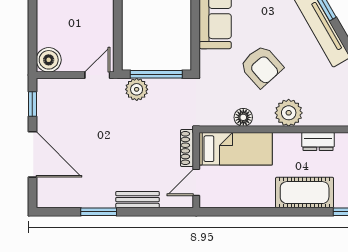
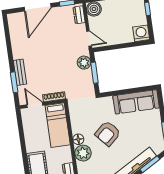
window: (156, 74) -> (95, 73), width x0.69
dresser: (55, 86) -> (79, 15), added
floor lamp: (243, 117) -> (78, 139), moved
window: (99, 212) -> (14, 82), moved

